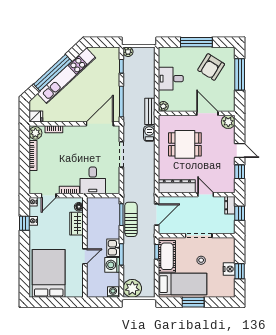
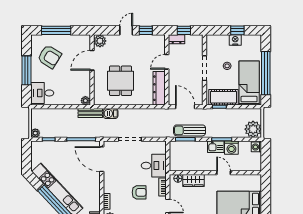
desk: (171, 79) -> (42, 93), moved, turned 90
armchair: (64, 165) -> (139, 192), added
window: (193, 302) -> (266, 73), width x2.11

